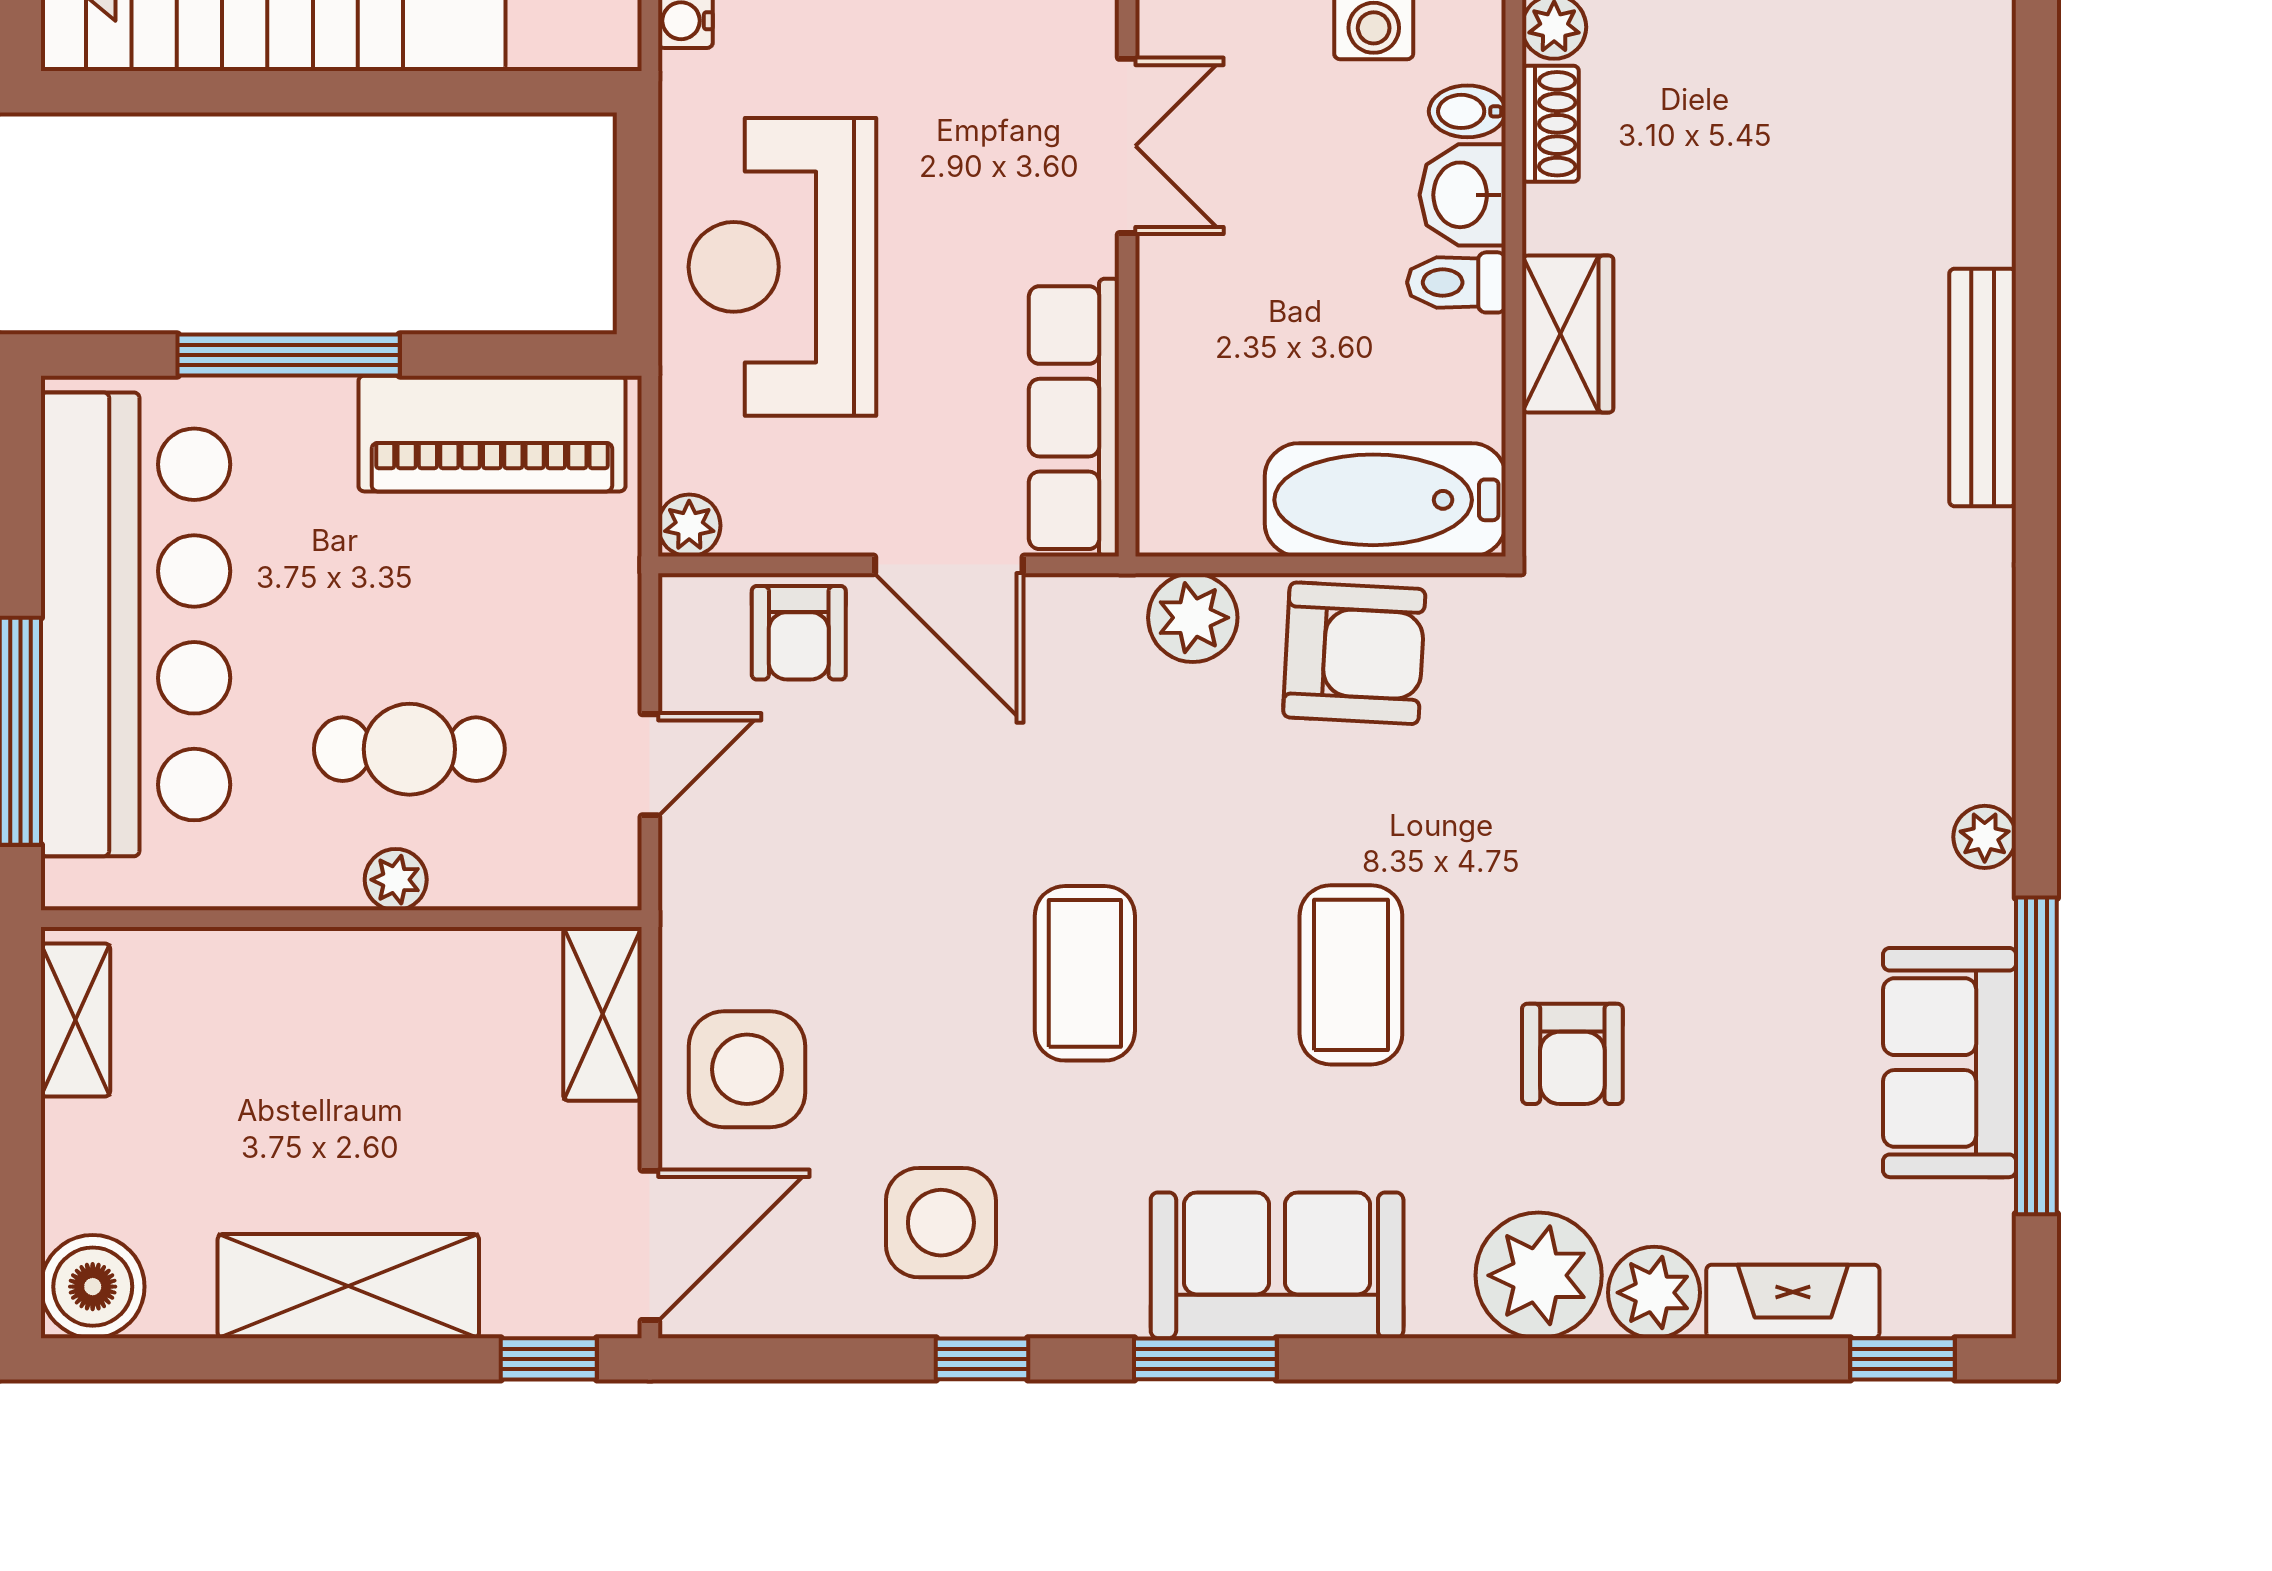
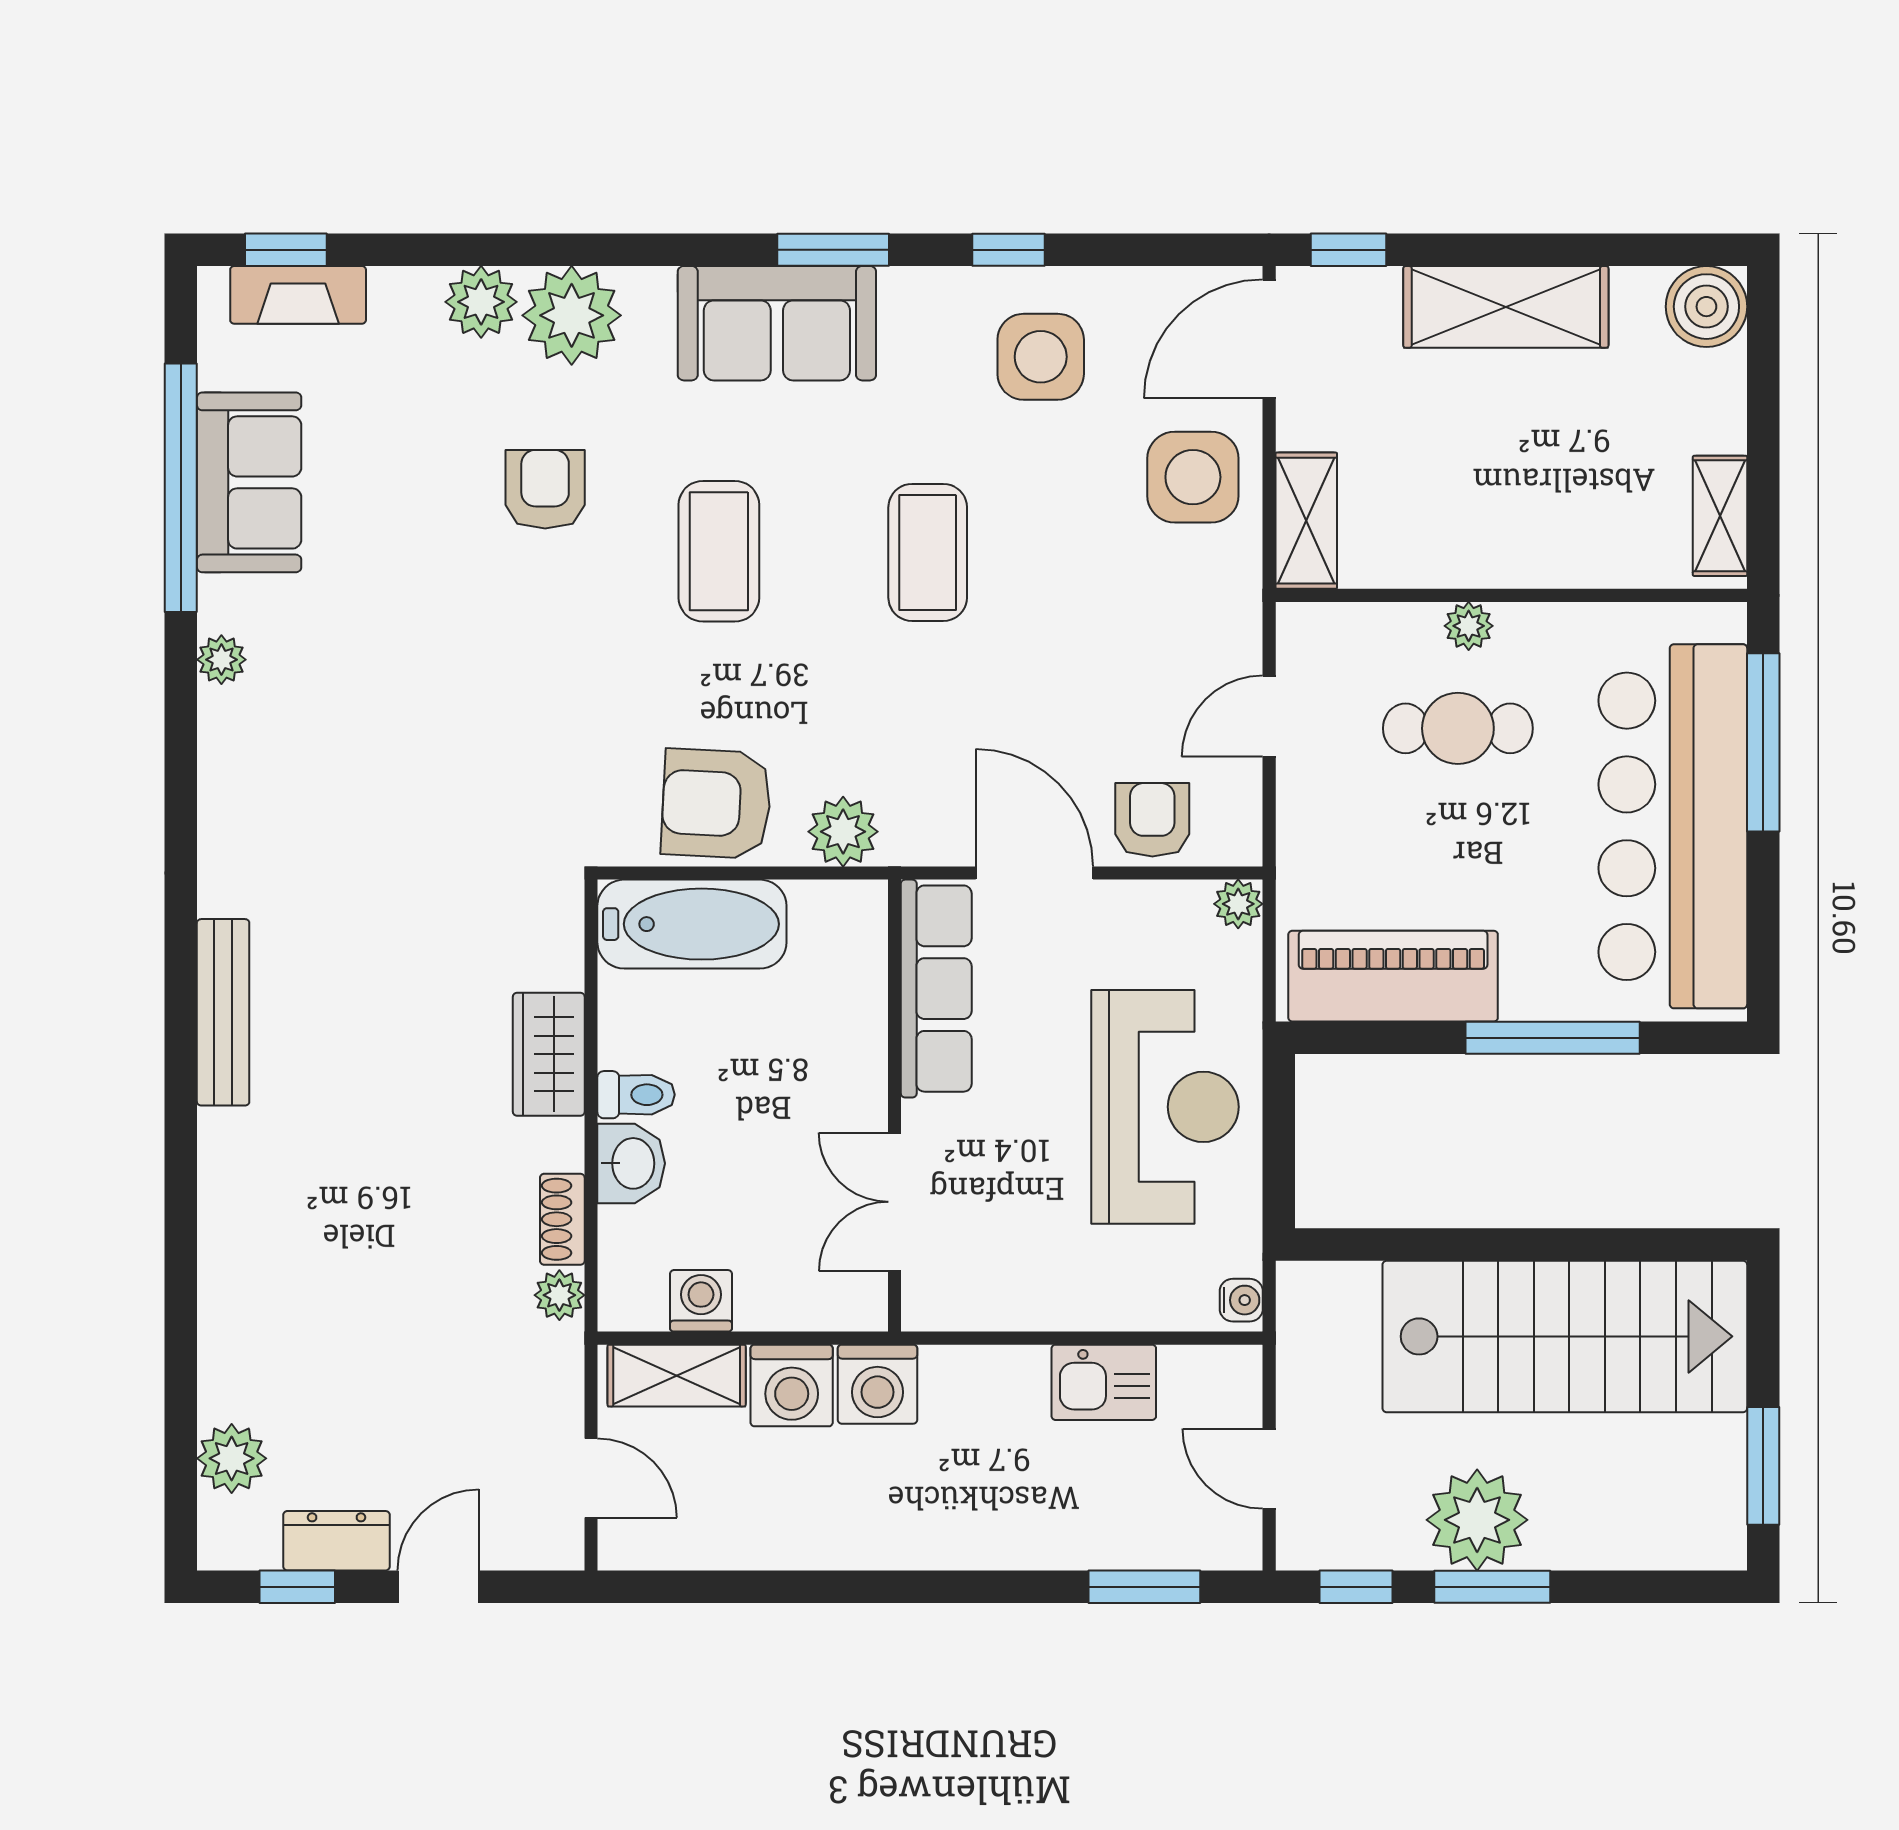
bidet: (1467, 111) -> (628, 1229), removed
fireplace: (1793, 1301) -> (298, 295), moved

